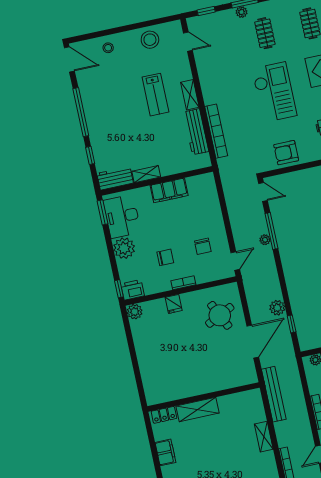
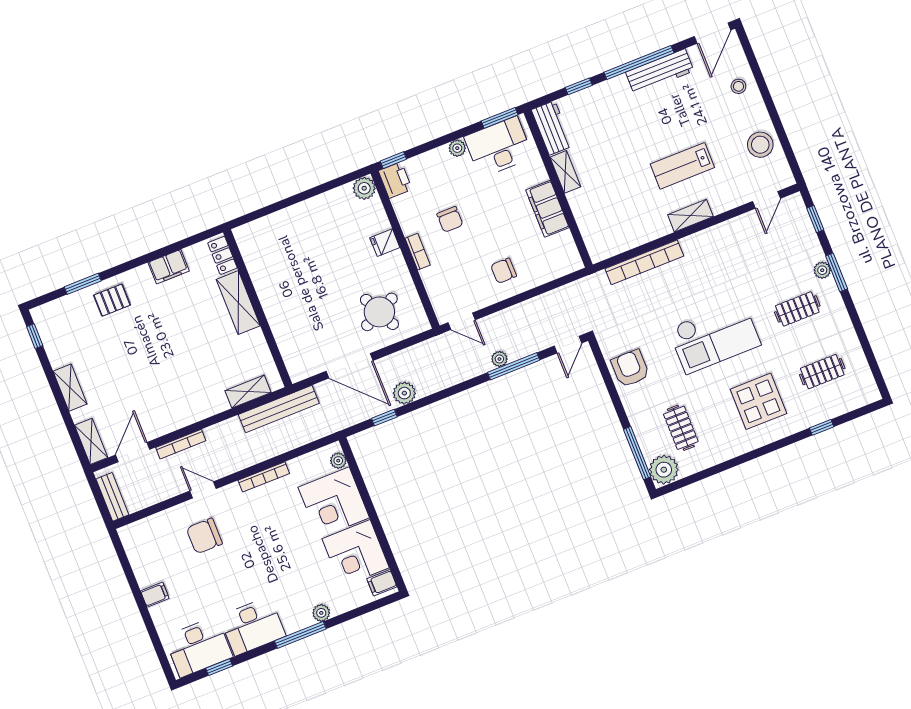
workbench: (196, 132) -> (660, 72), moved, turned 180
chair: (203, 246) -> (504, 271), moved
plant: (124, 248) -> (457, 148), width x0.53, depth x0.53
shelving: (264, 437) -> (248, 392), moved

